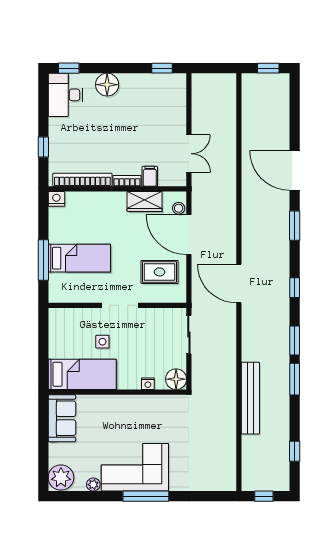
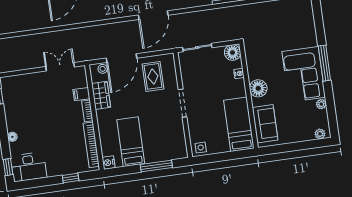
floor lamp: (107, 85) -> (12, 137), width x0.53, depth x0.53
bed: (79, 258) -> (131, 142), moved
side table: (102, 342) -> (201, 148), moved
floor lamp: (125, 406) -> (258, 88), added
sofa: (62, 418) -> (265, 124), moved, turned 90
plant: (61, 477) -> (320, 134), width x0.53, depth x0.53

